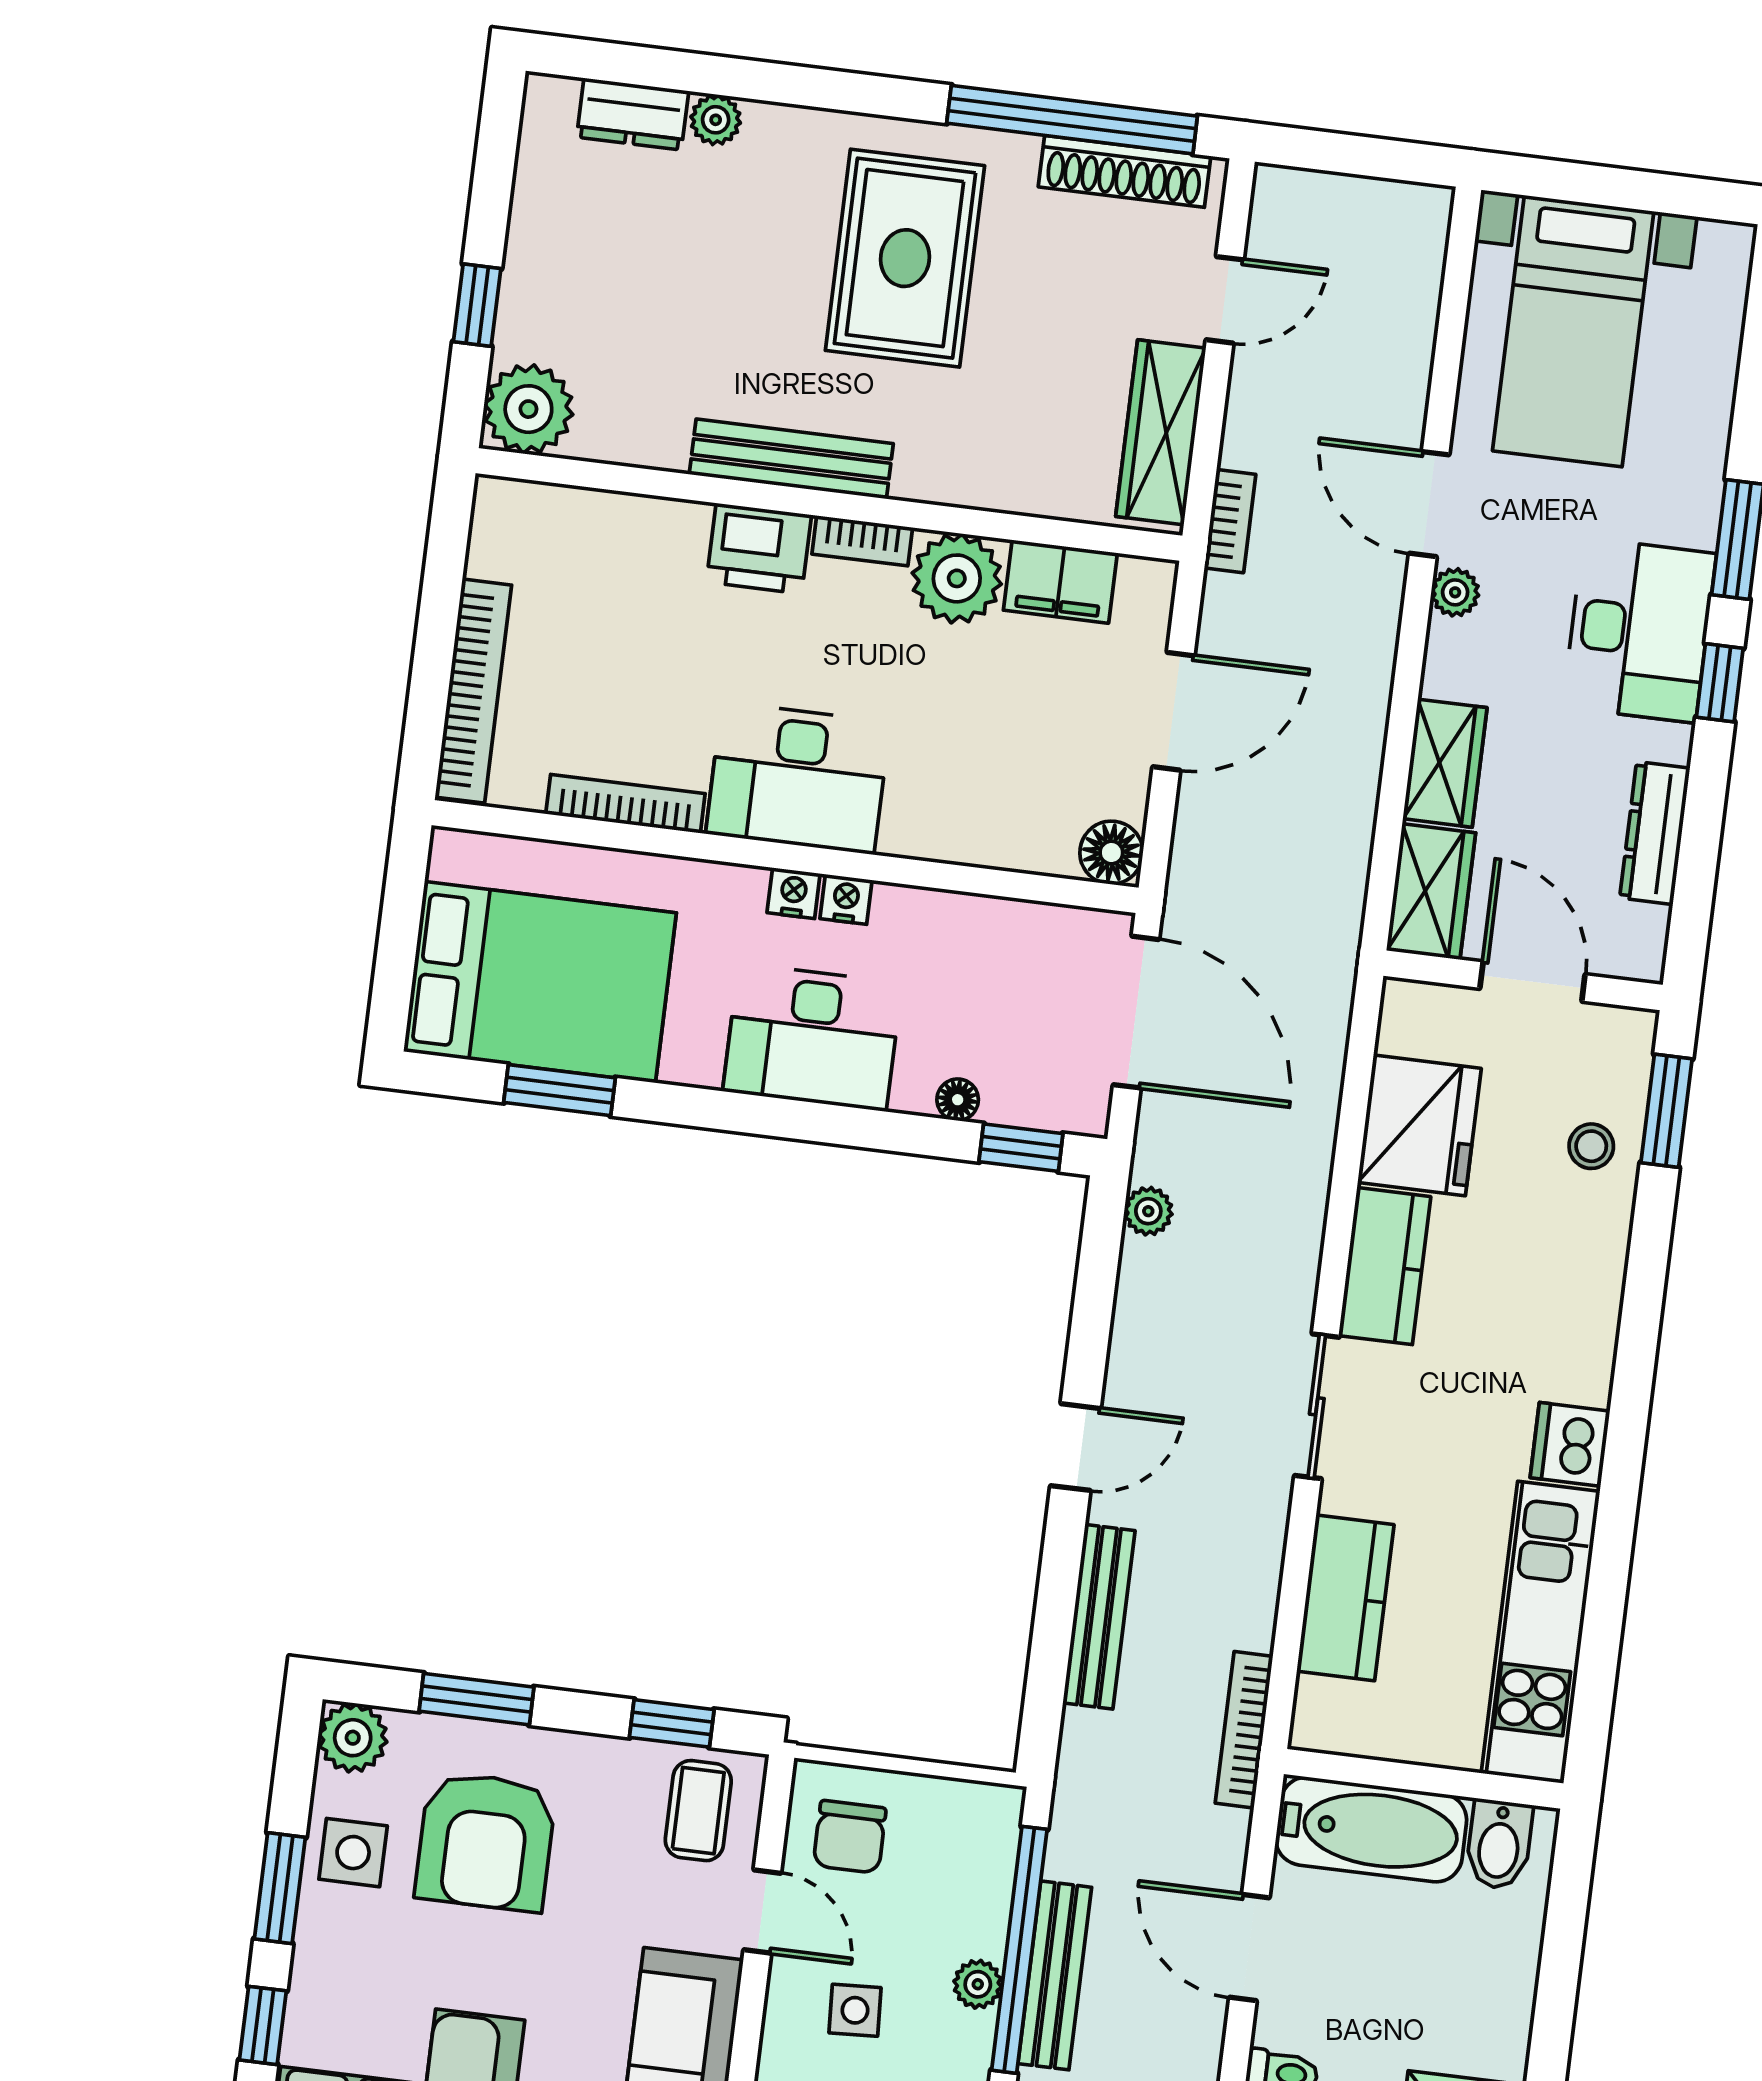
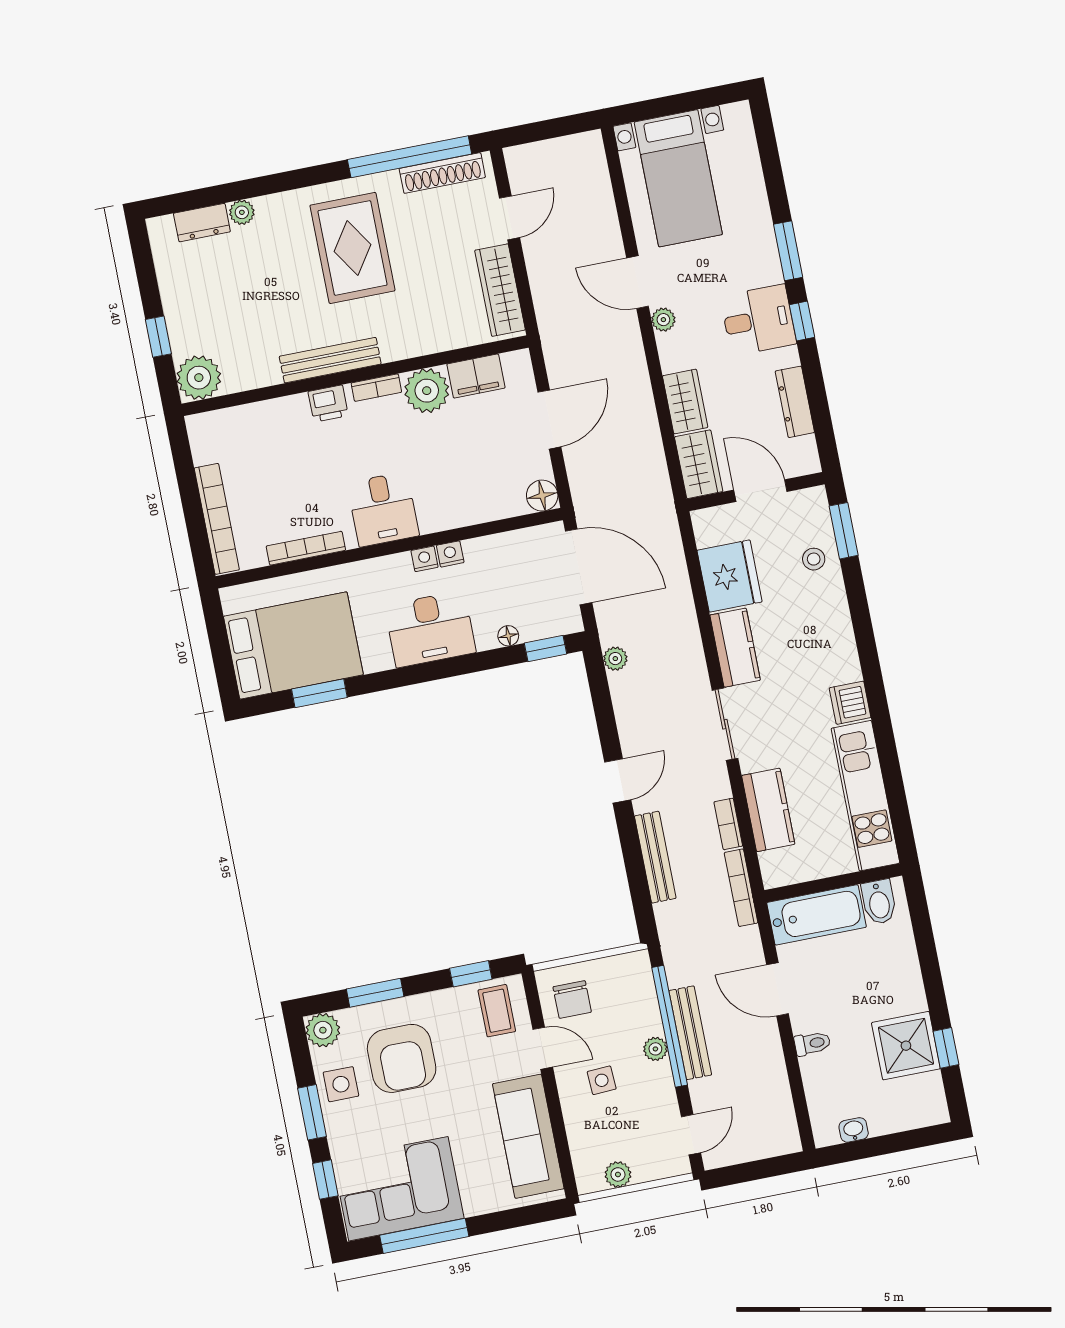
bookcase: (1230, 521) -> (728, 824), moved, turned 180
printer: (759, 549) -> (328, 404), width x0.73, depth x0.81
desk: (1639, 630) -> (758, 320), width x0.73
desk: (798, 778) -> (383, 509), width x0.73
nightstand: (794, 893) -> (450, 554), moved

